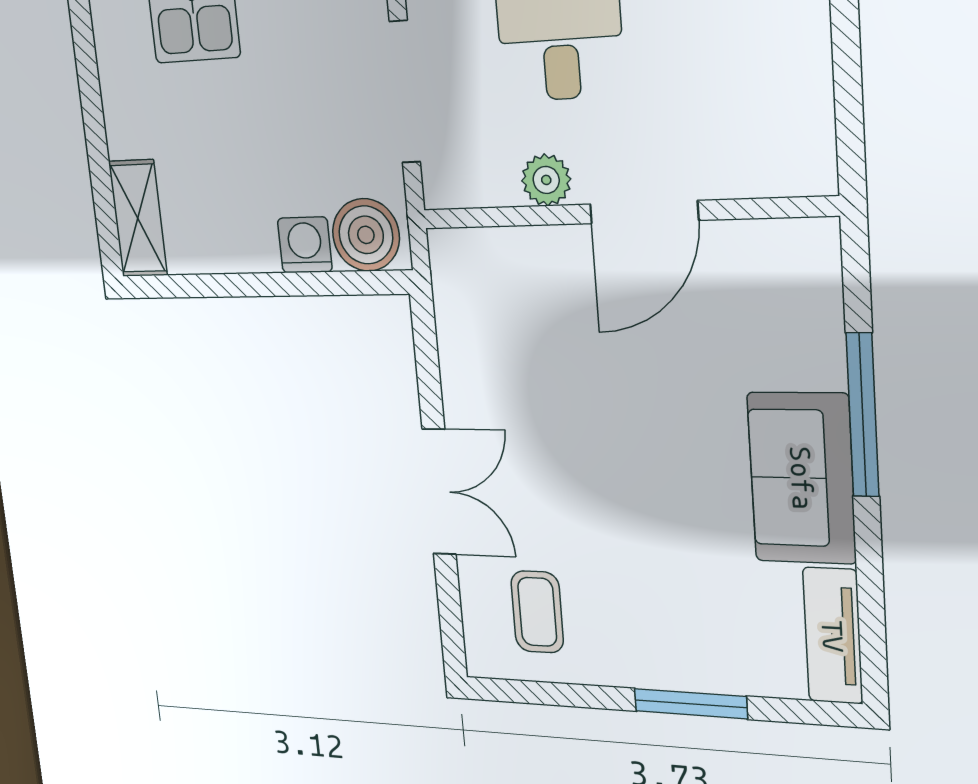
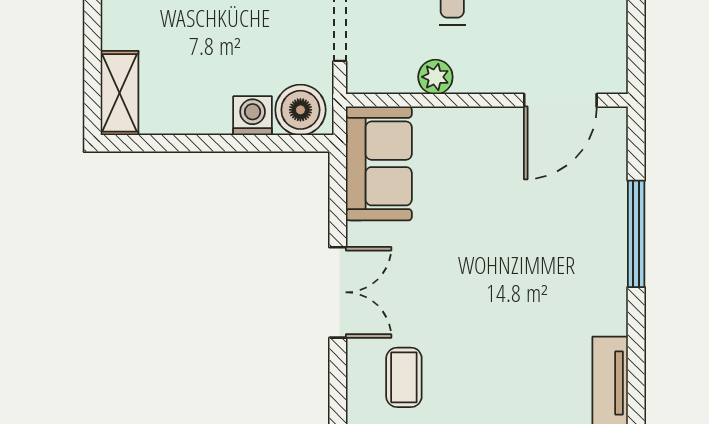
door: (644, 212) -> (560, 100), moved
sofa: (802, 478) -> (379, 163), moved, turned 180

